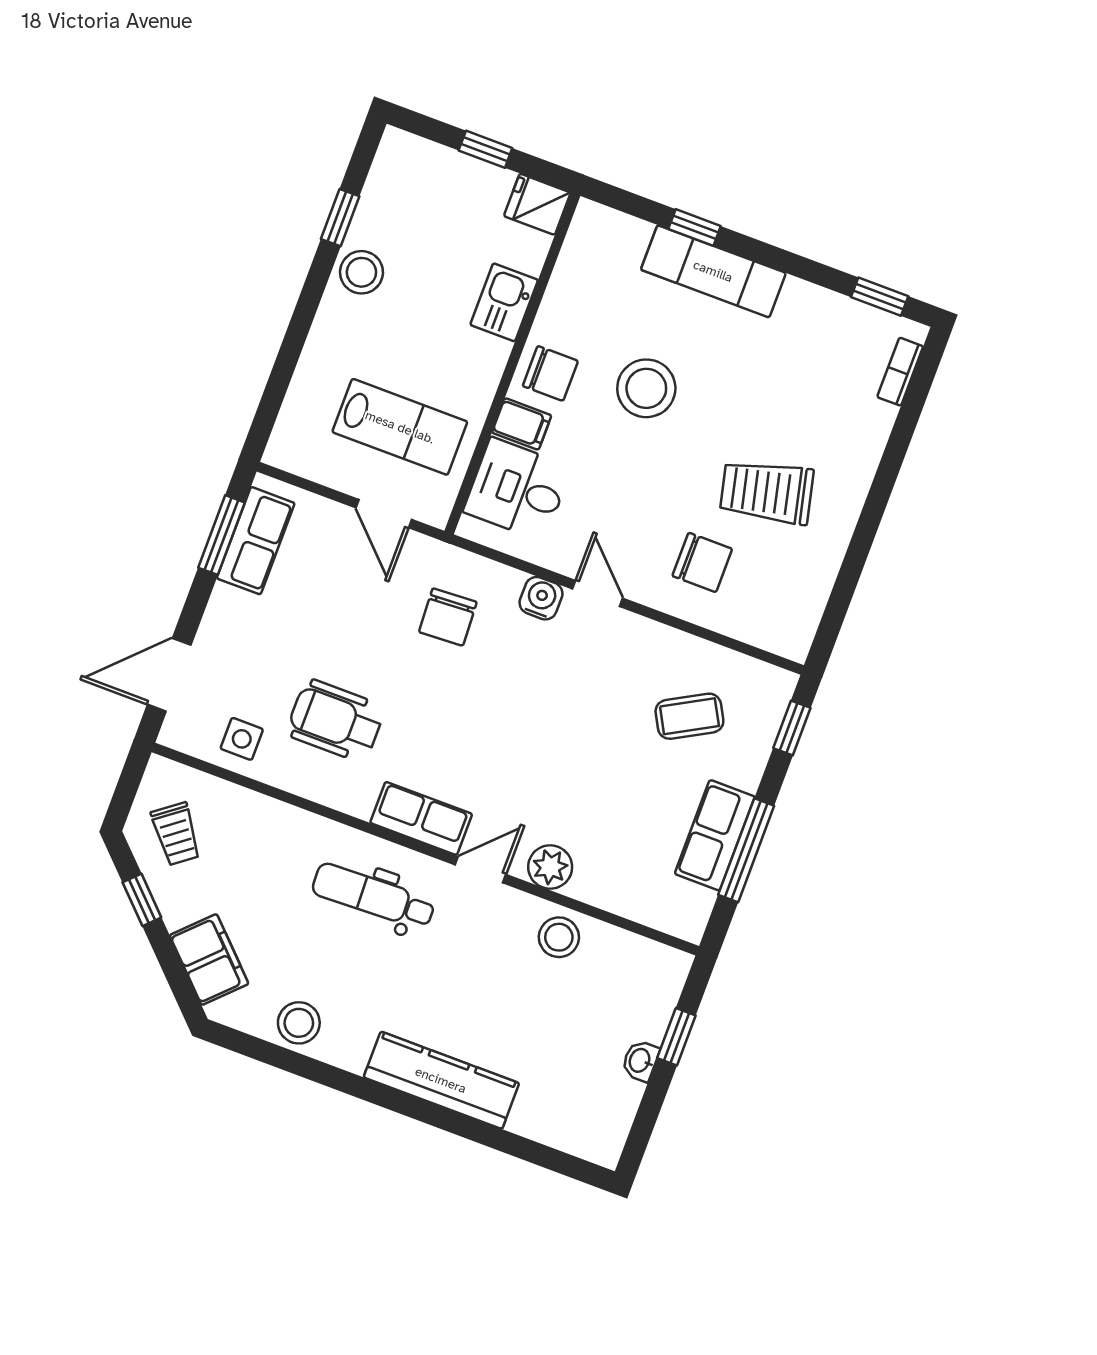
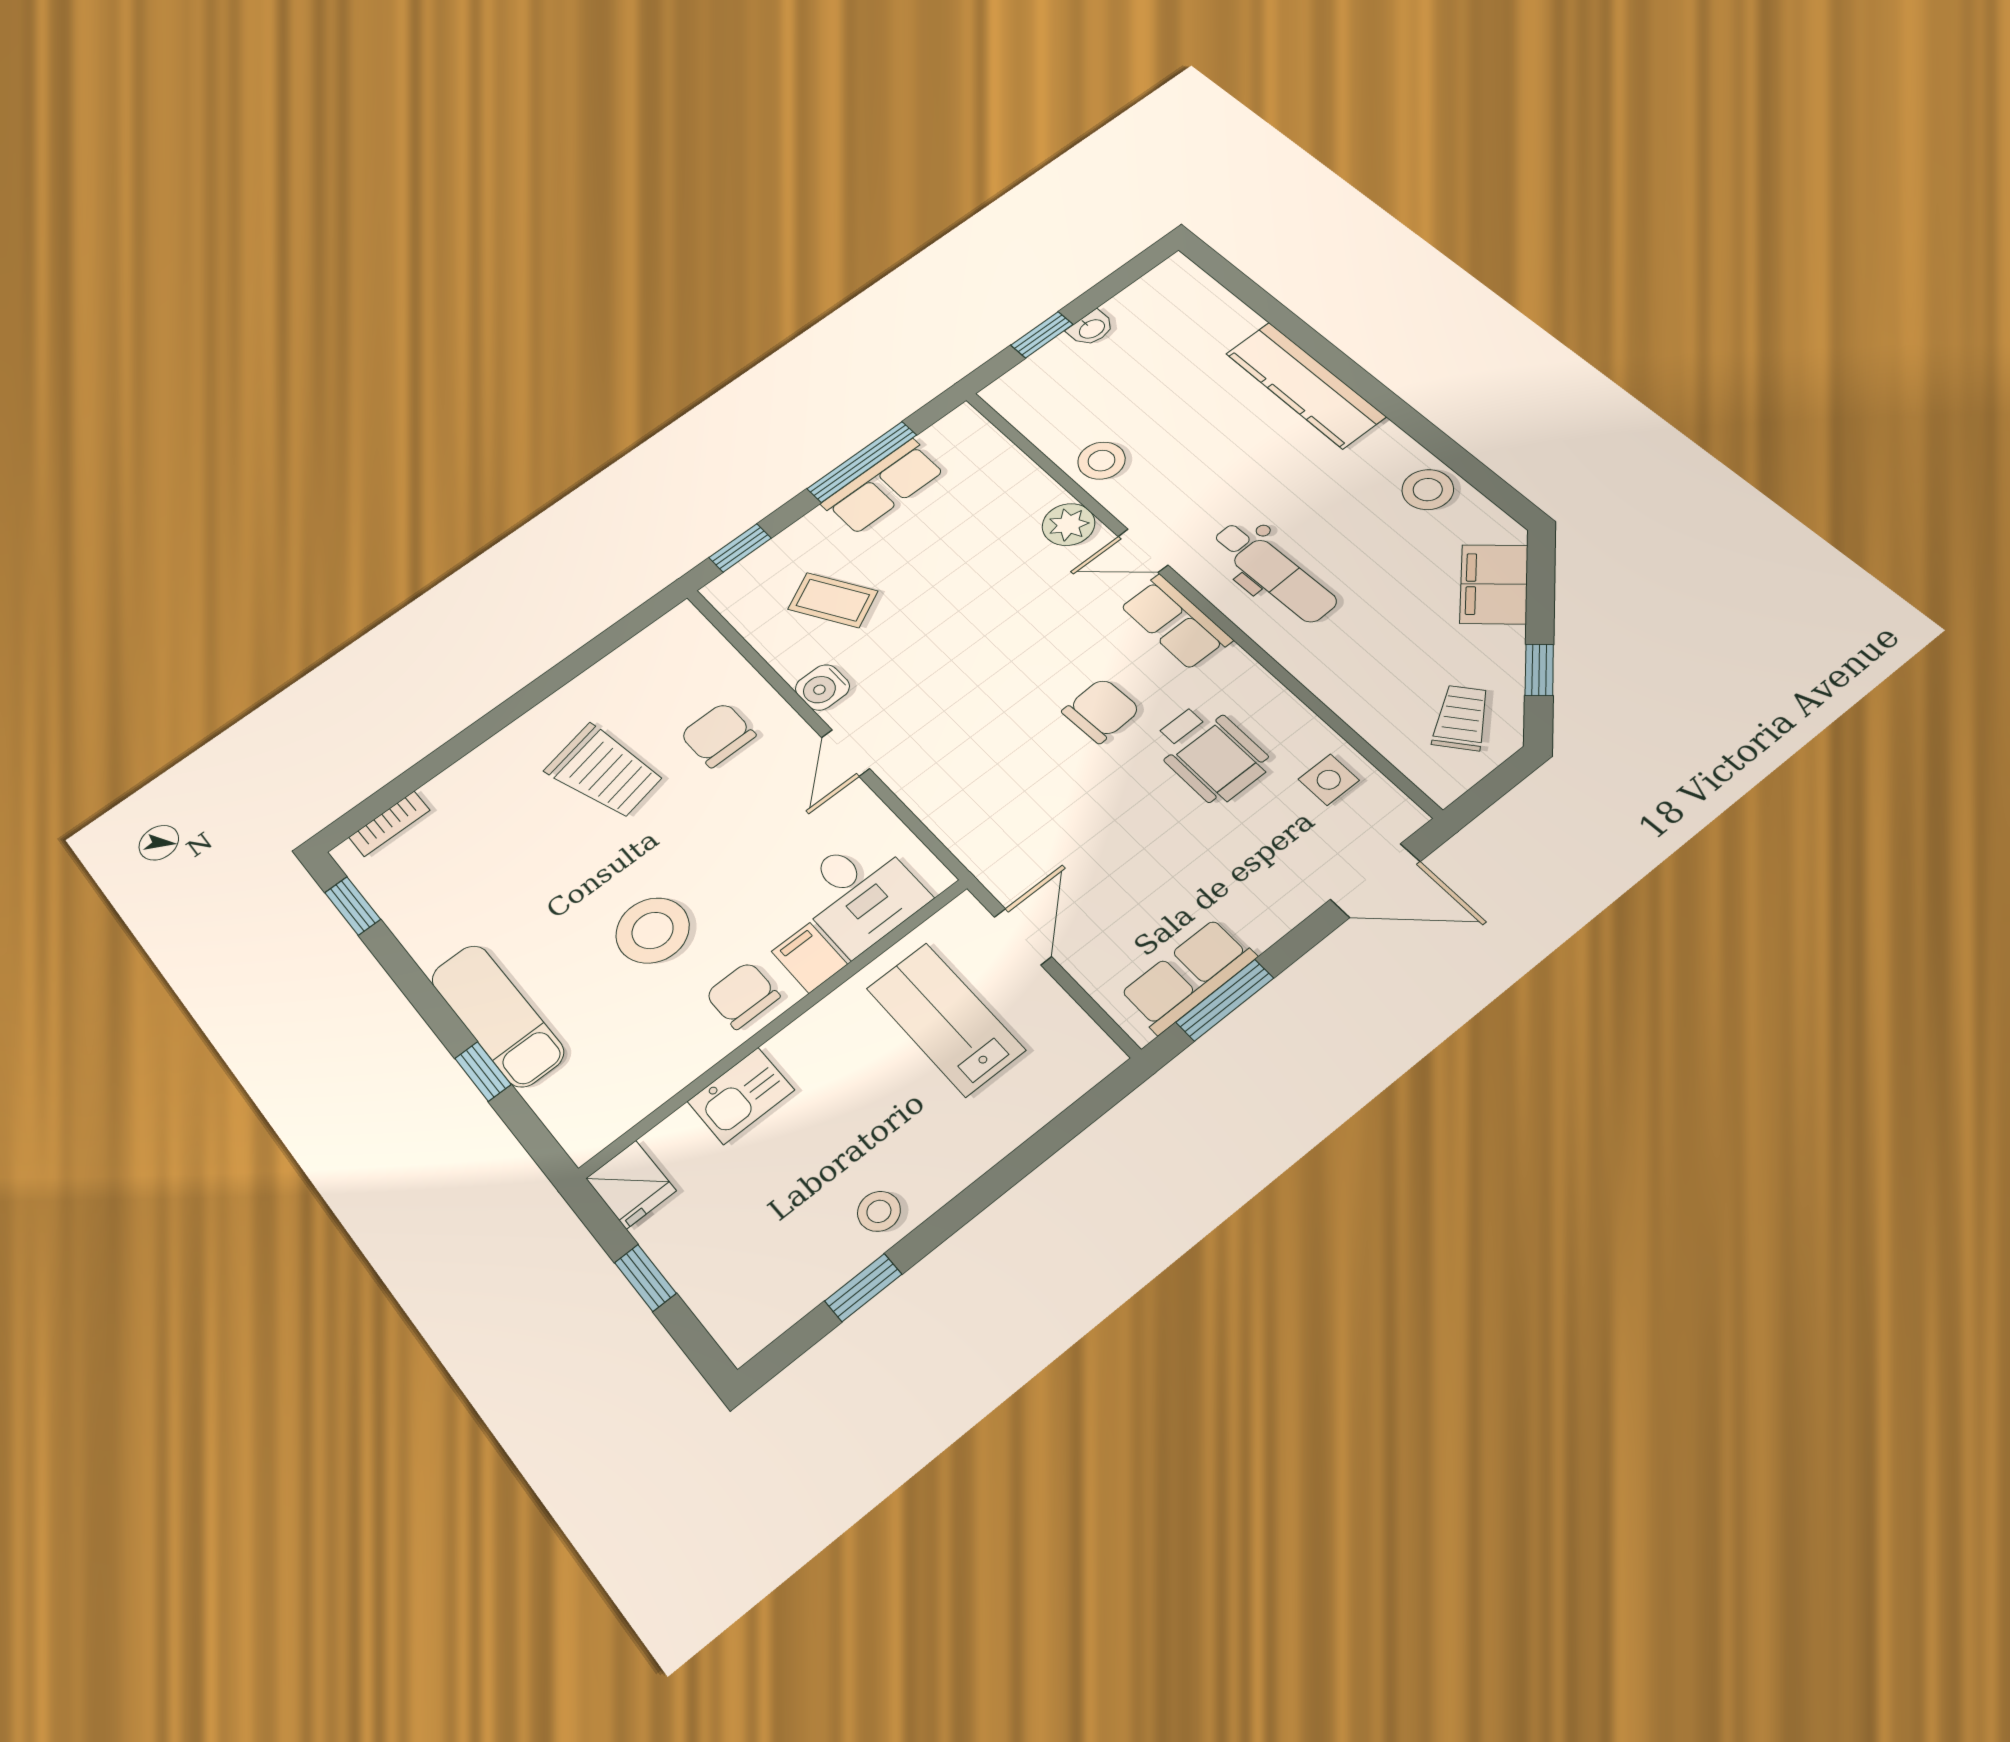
stool: (361, 272) -> (879, 1211), width x0.73, depth x0.73
water cooler: (541, 598) -> (822, 687), moved
chair: (448, 617) -> (1101, 710), moved

